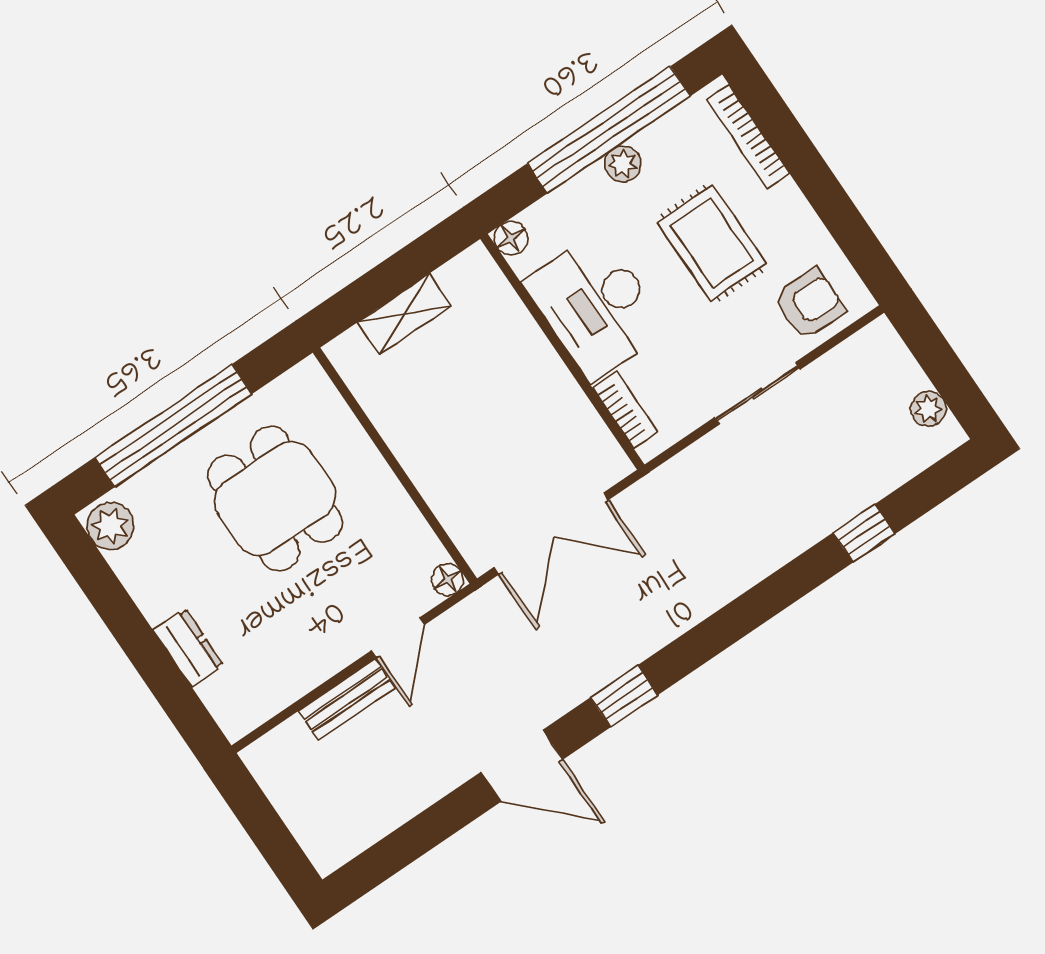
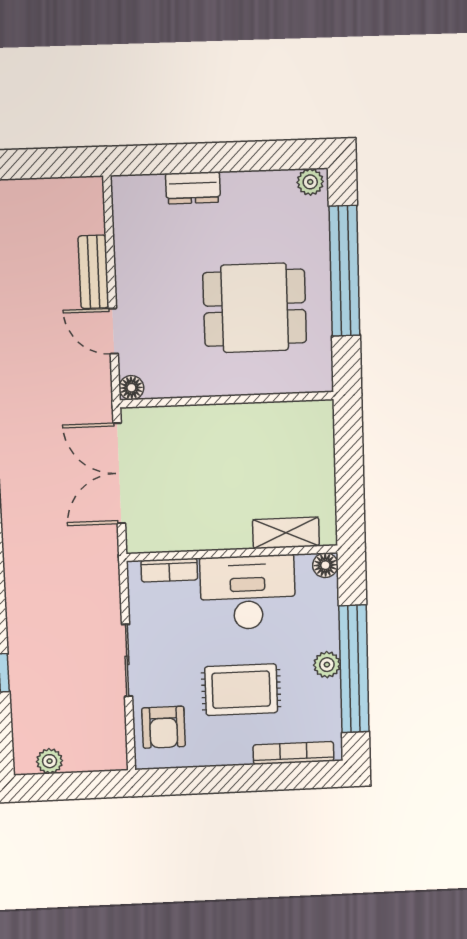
shelving: (404, 314) -> (286, 533), moved, turned 90
plant: (110, 526) -> (310, 182), width x0.73, depth x0.73

